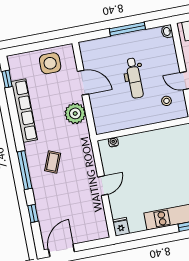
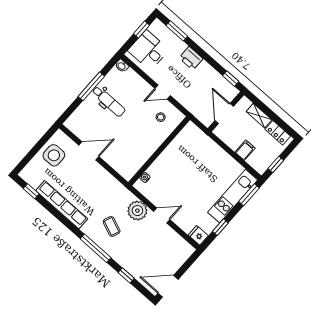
dental chair: (134, 78) -> (109, 101), moved
plant: (75, 113) -> (137, 211), moved
door: (103, 186) -> (162, 215), hinge flipped
window: (145, 234) -> (220, 227), added
door: (61, 250) -> (168, 286), hinge flipped

